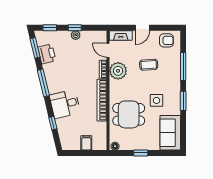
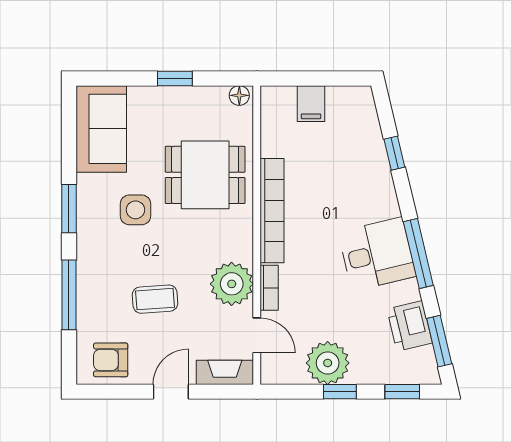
plant: (76, 35) -> (328, 363), width x1.88, depth x1.88
desk: (65, 104) -> (377, 254), moved

